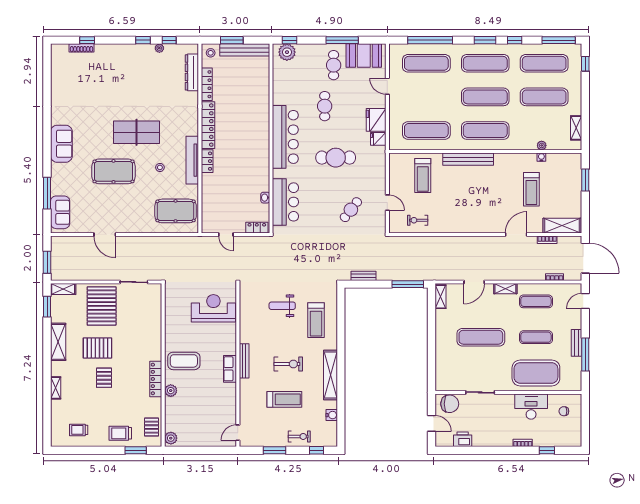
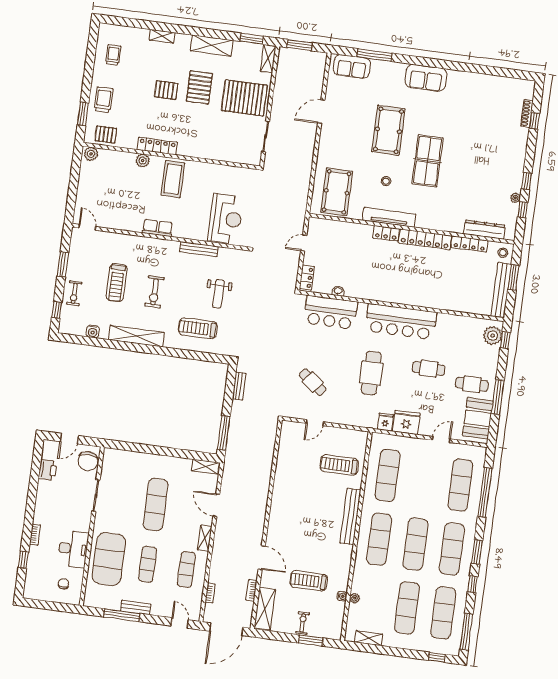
exercise bike: (418, 220) -> (303, 623), moved
weight bench: (282, 306) -> (218, 294), turned 180
bench: (244, 361) -> (199, 249), moved

